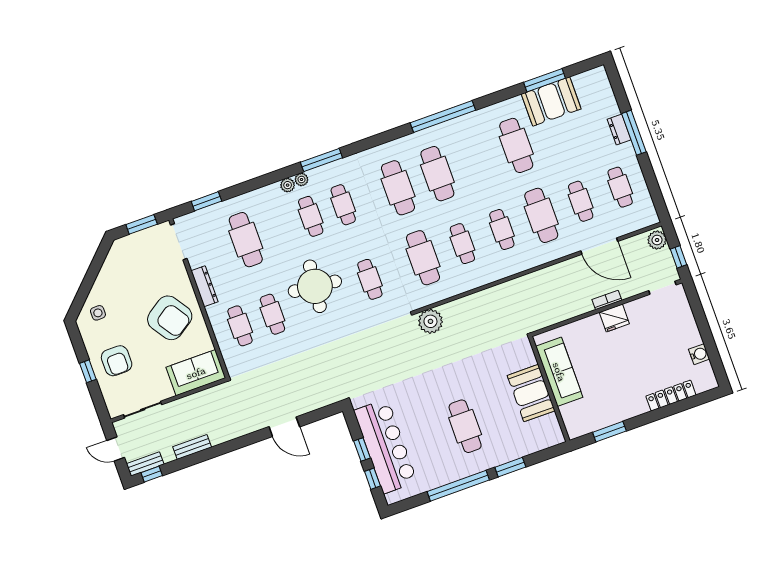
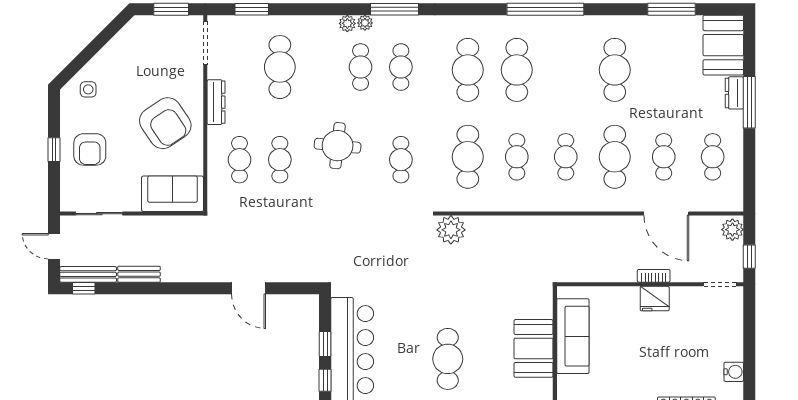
booth: (551, 101) -> (723, 45), moved, turned 90
round table: (315, 286) -> (338, 146), width x0.73, depth x0.73
bench: (145, 464) -> (88, 274), width x1.36

